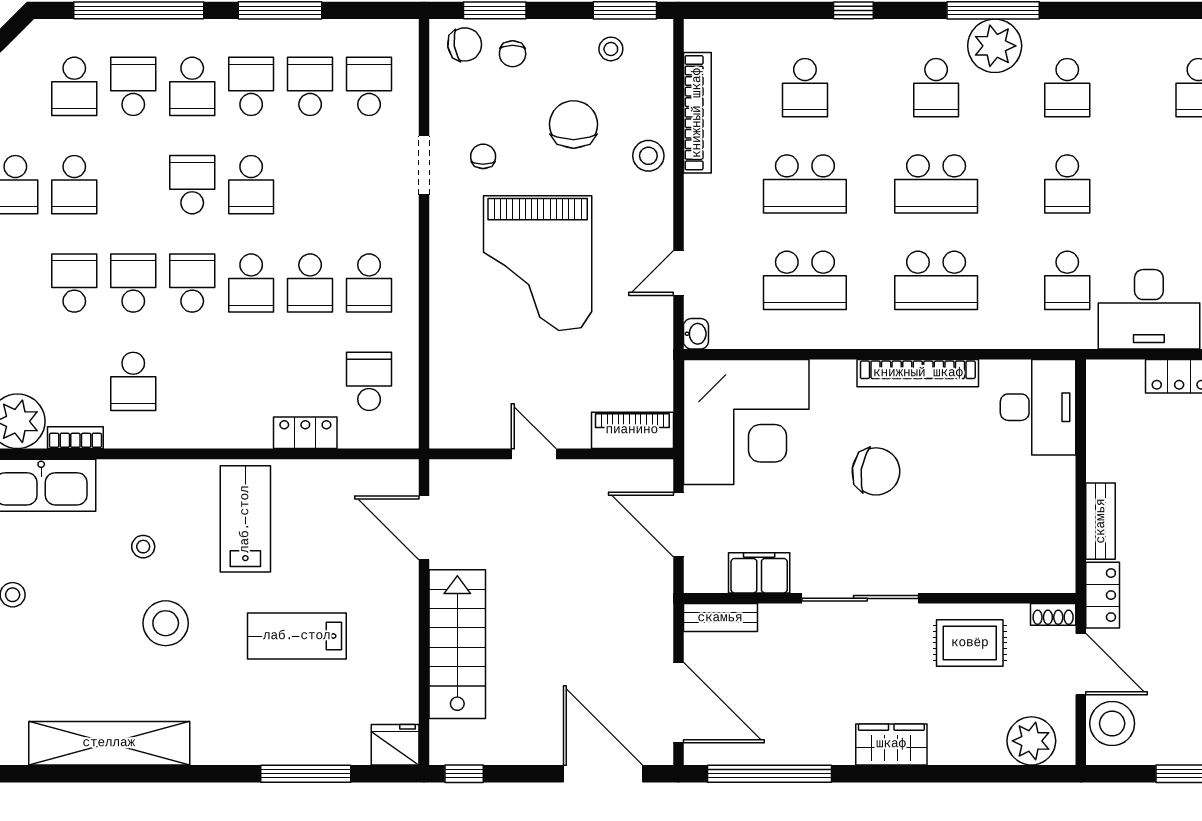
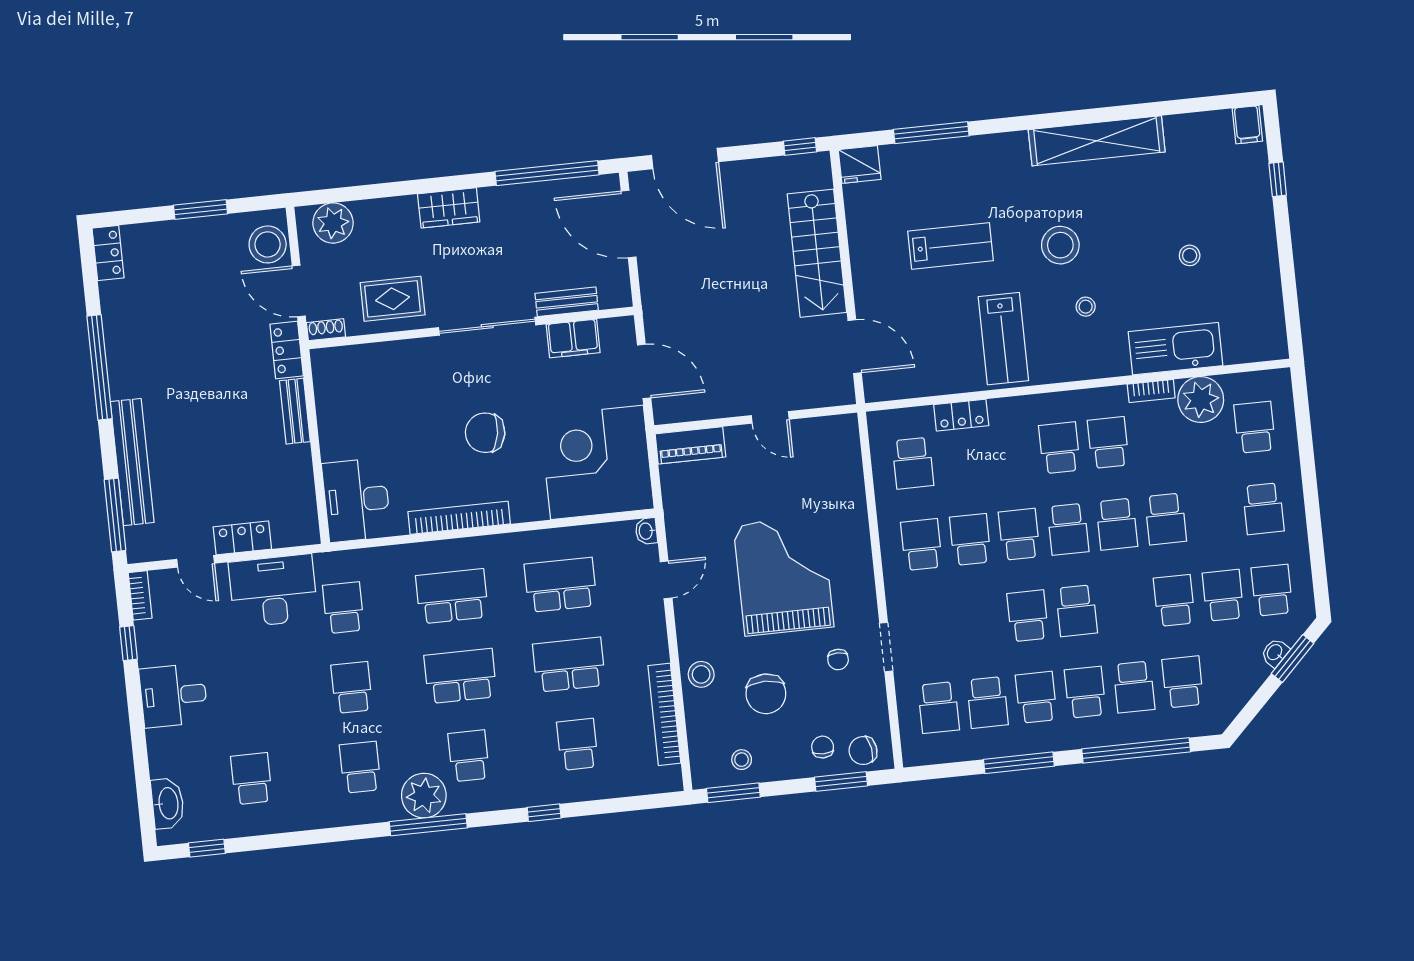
school desk: (251, 86) -> (1036, 697), turned 180
school desk: (192, 381) -> (1059, 448), added
bench: (720, 618) -> (567, 302), moved

